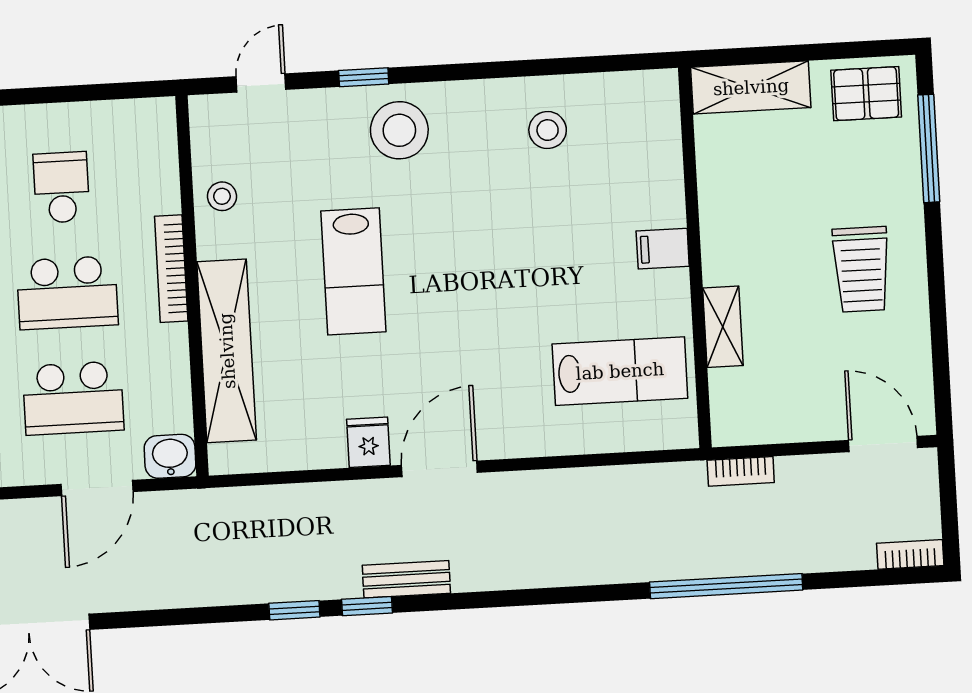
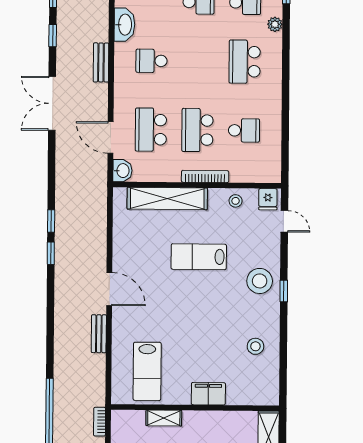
window: (364, 77) -> (284, 291), moved
filing cabinet: (663, 249) -> (208, 394), width x2.00
fridge: (368, 442) -> (268, 199), moved, turned 90
bench: (406, 579) -> (99, 334), moved

